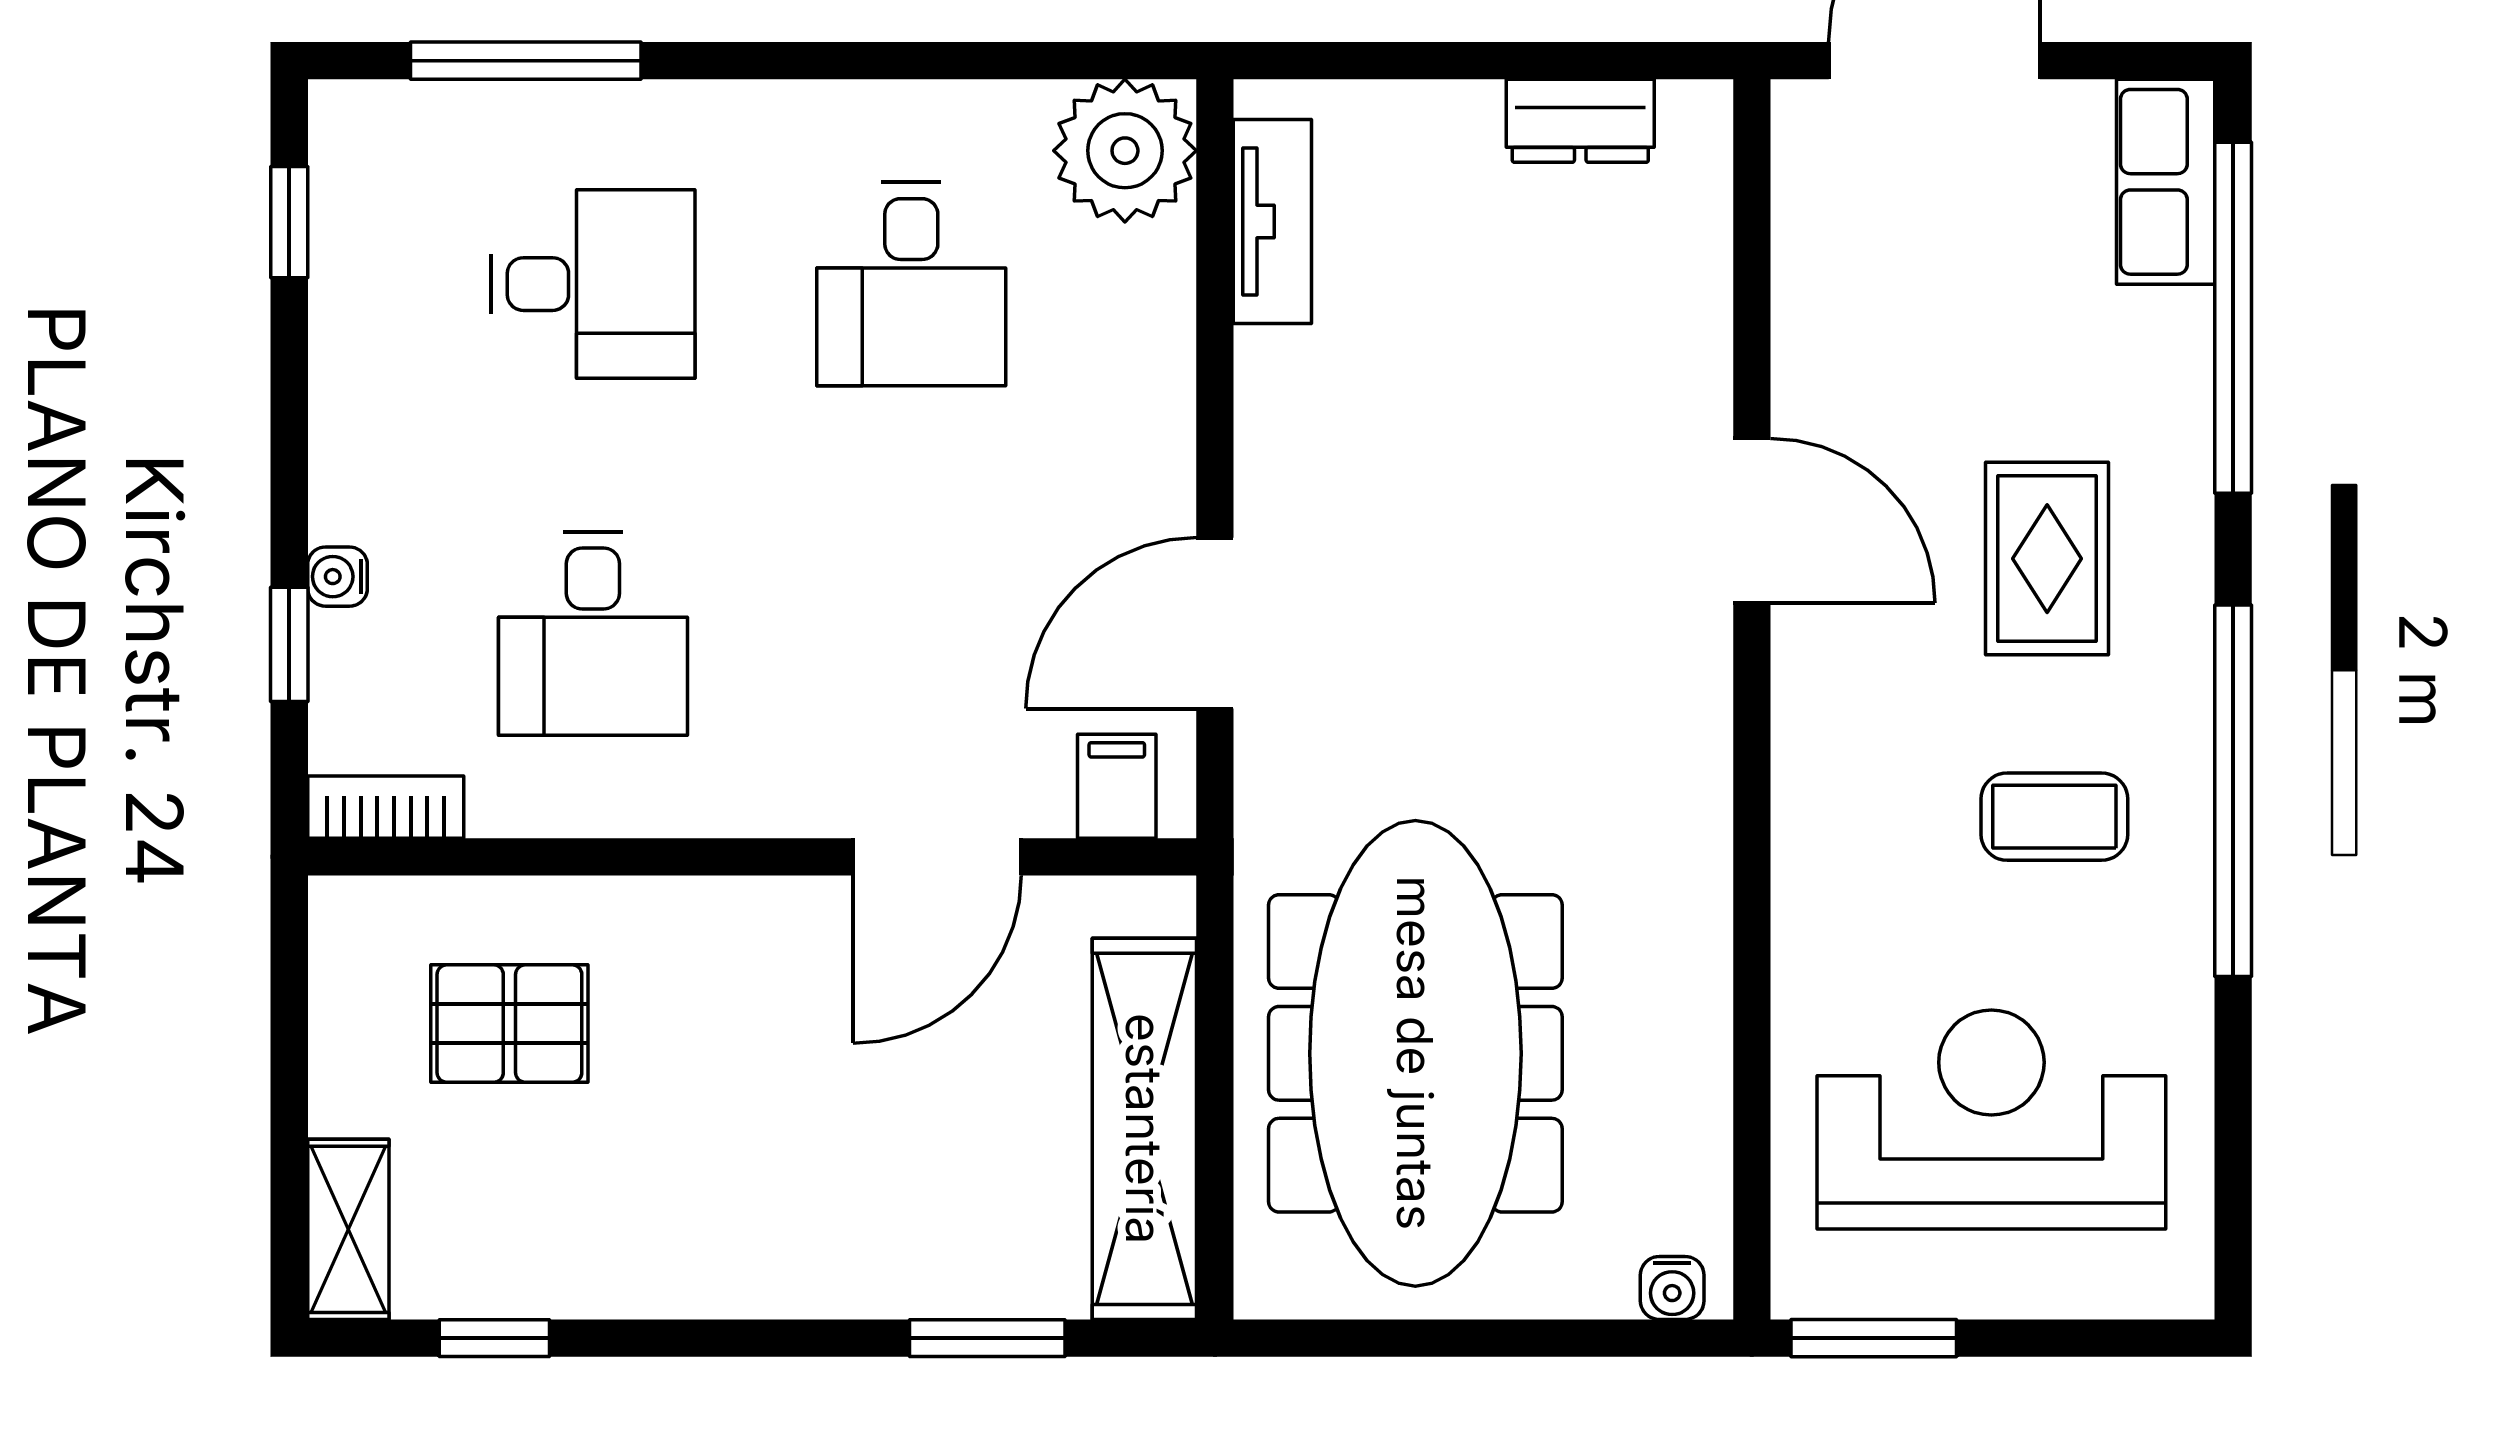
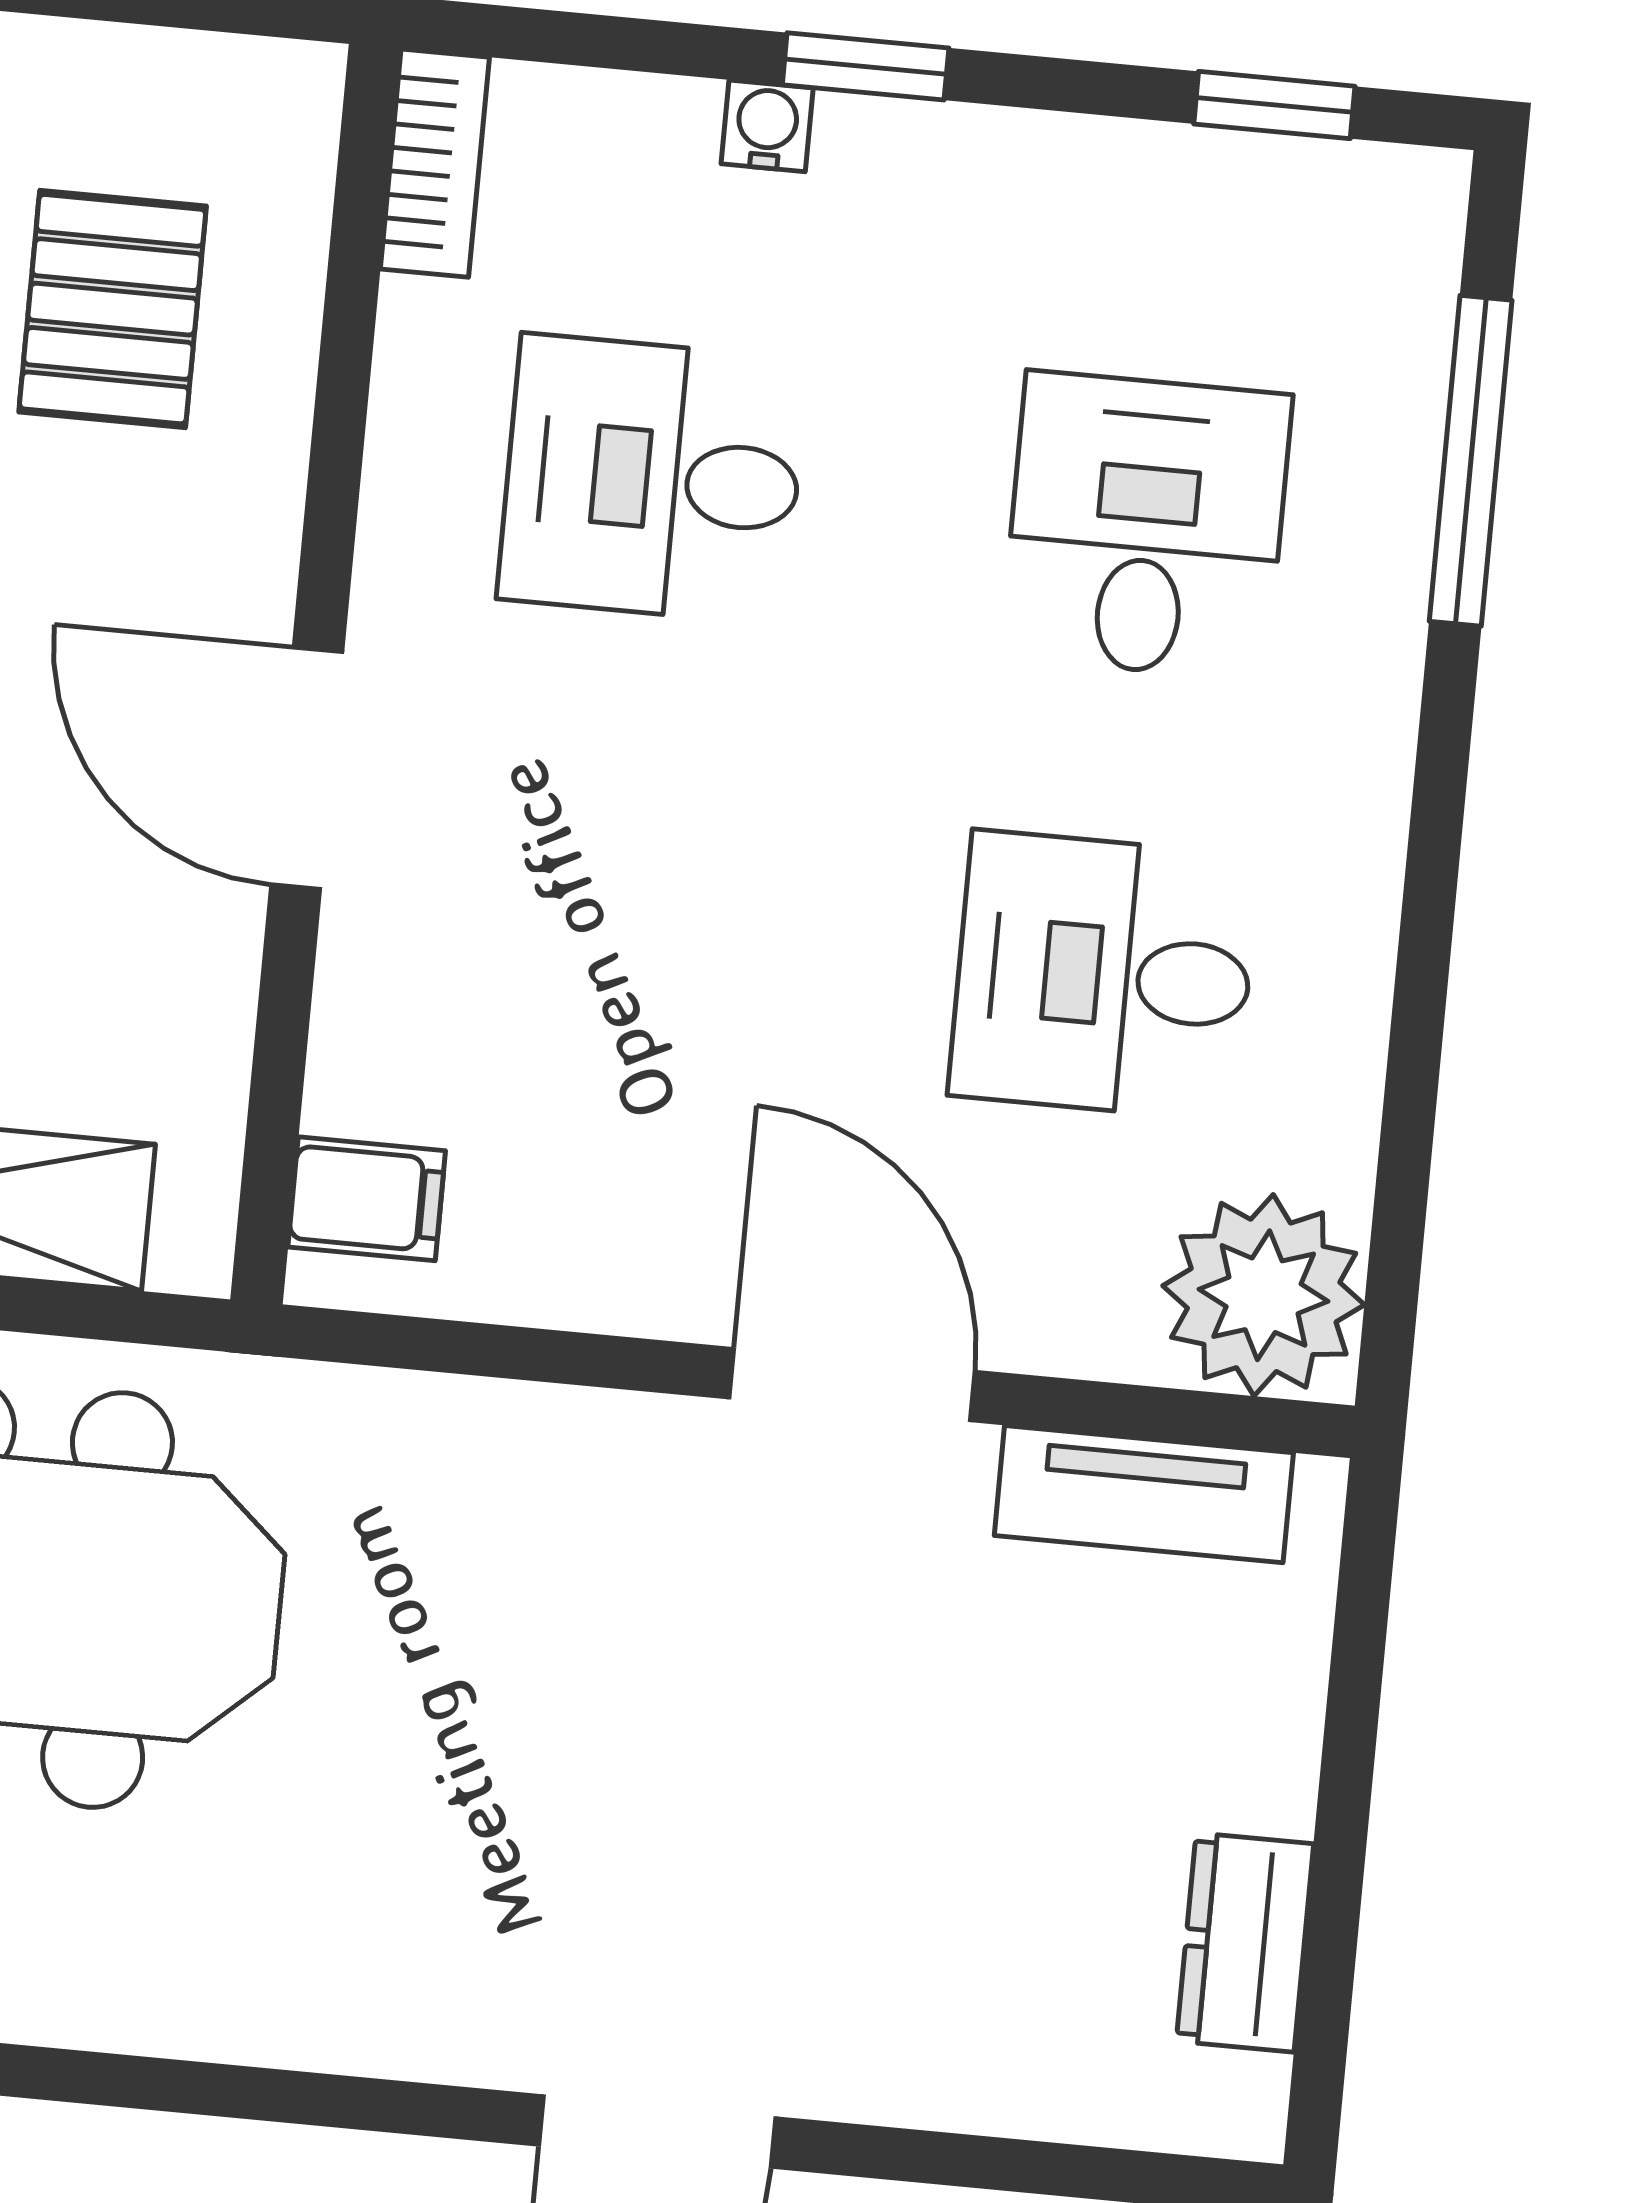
desk: (593, 284) -> (1146, 526), turned 180
door: (1215, 623) -> (852, 1385), moved
window: (289, 644) -> (866, 66), moved
door: (937, 857) -> (307, 768), moved

